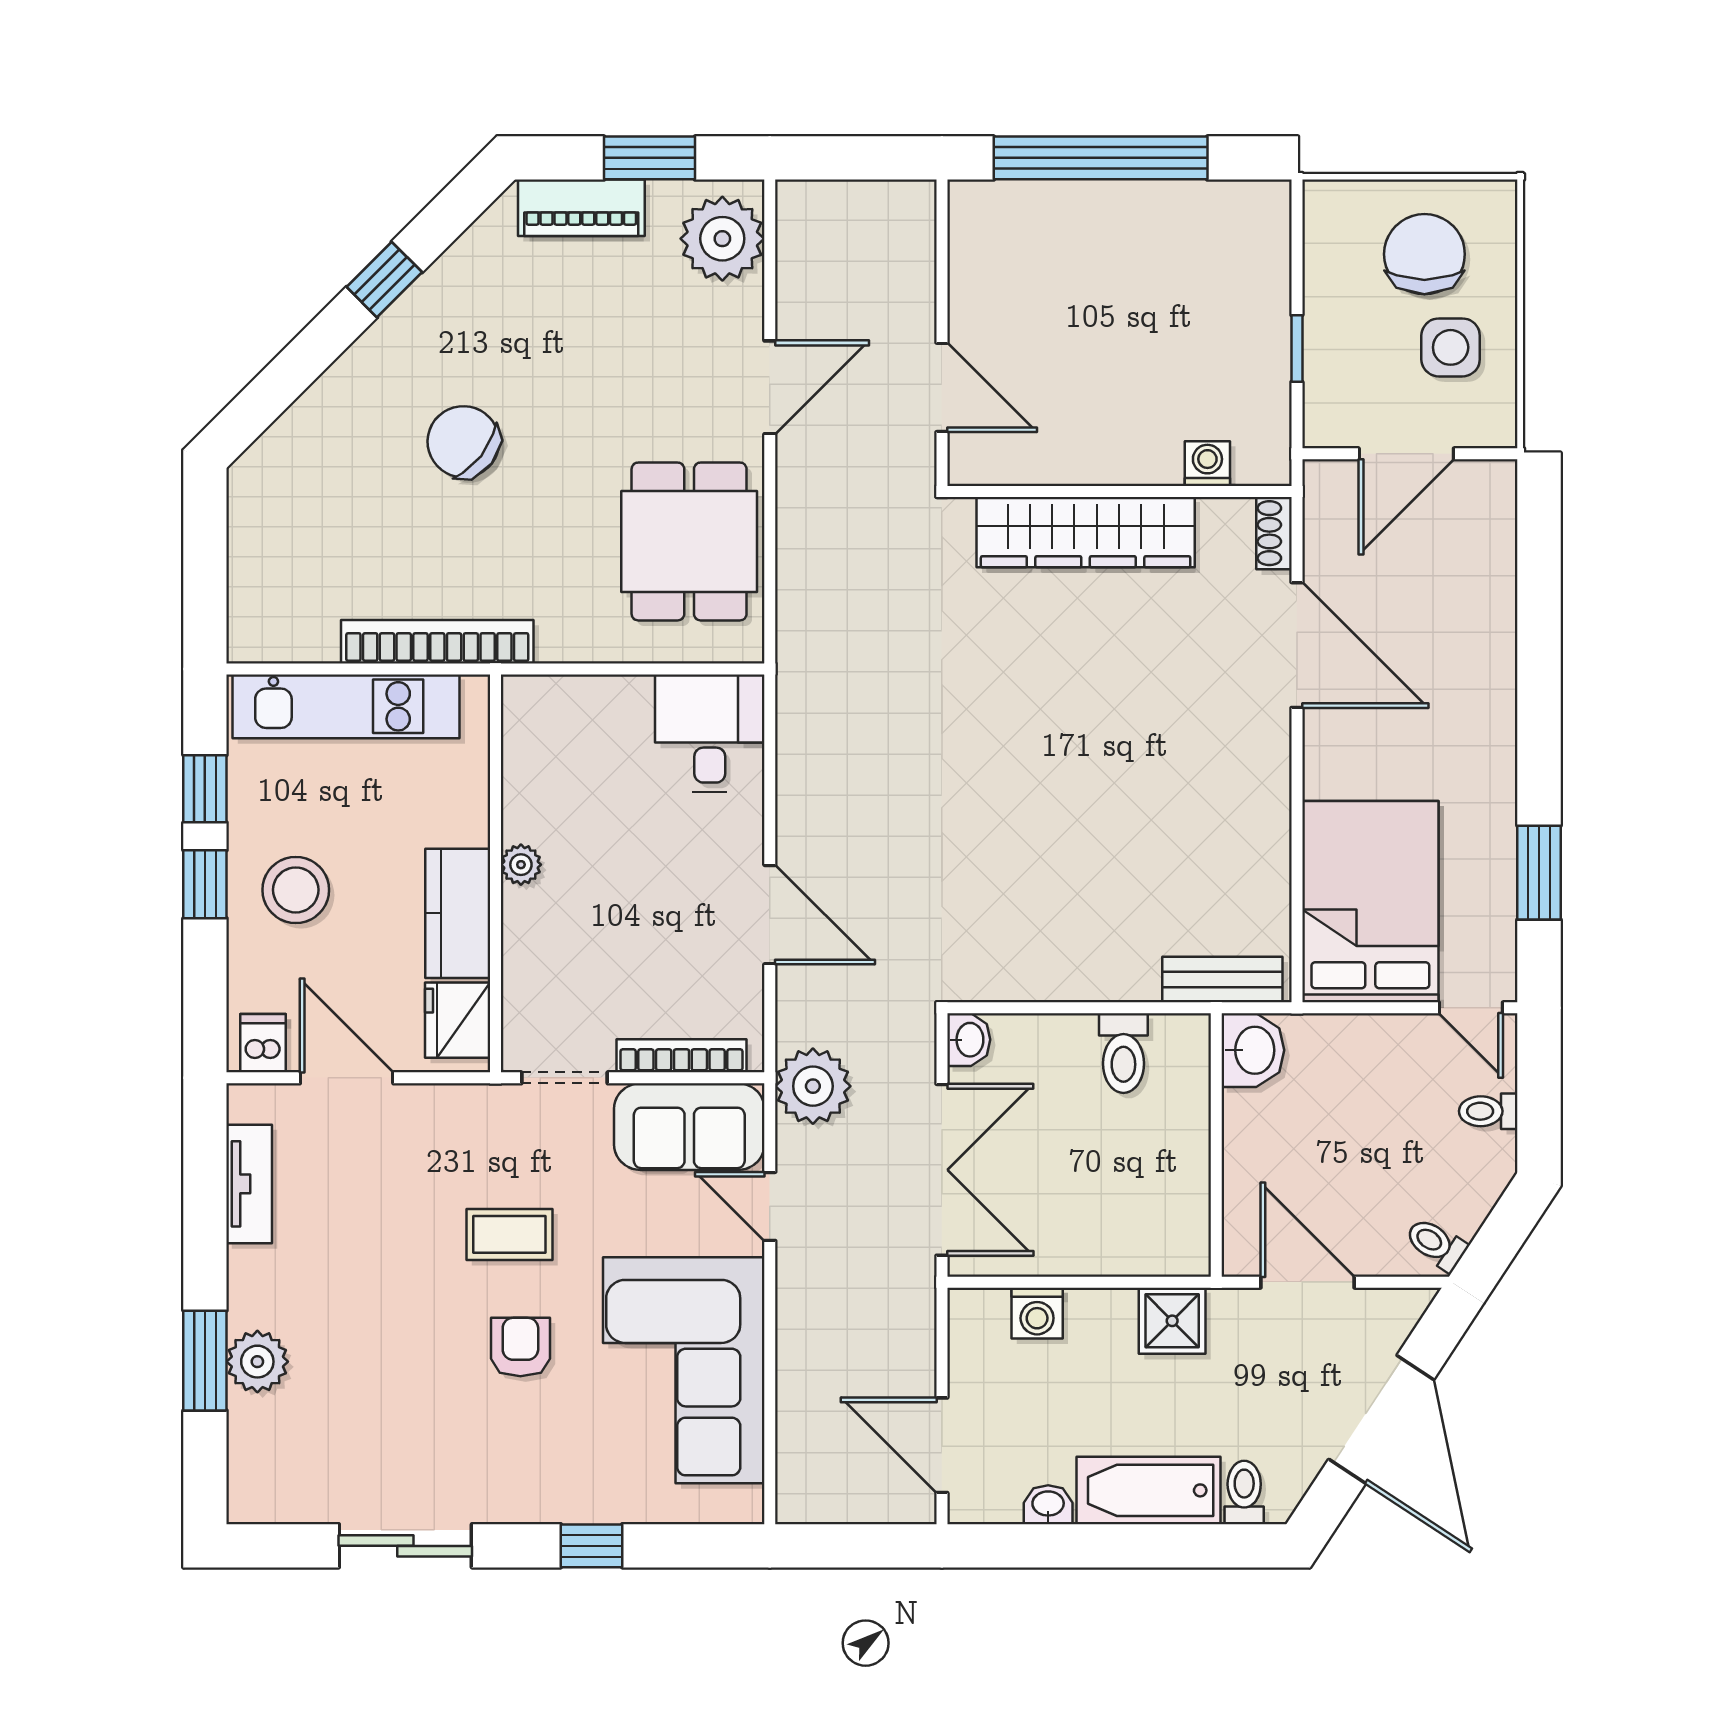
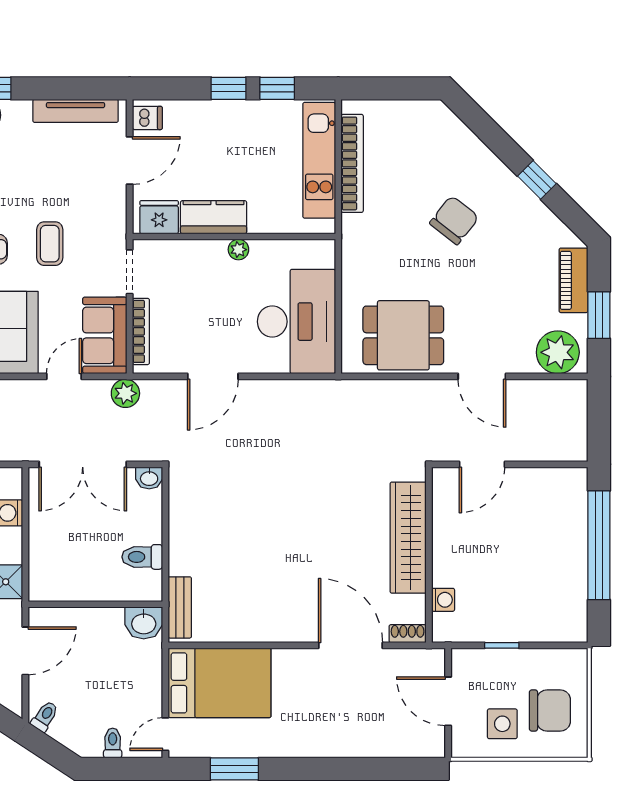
bookcase: (437, 642) -> (352, 163), moved
door: (1297, 645) -> (350, 645), swing flipped
desk: (710, 733) -> (296, 322), width x1.87, depth x1.30
stool: (296, 890) -> (226, 135), removed
plant: (813, 1086) -> (125, 393), width x0.73, depth x0.73
tv unit: (249, 1184) -> (76, 111), width x1.41

